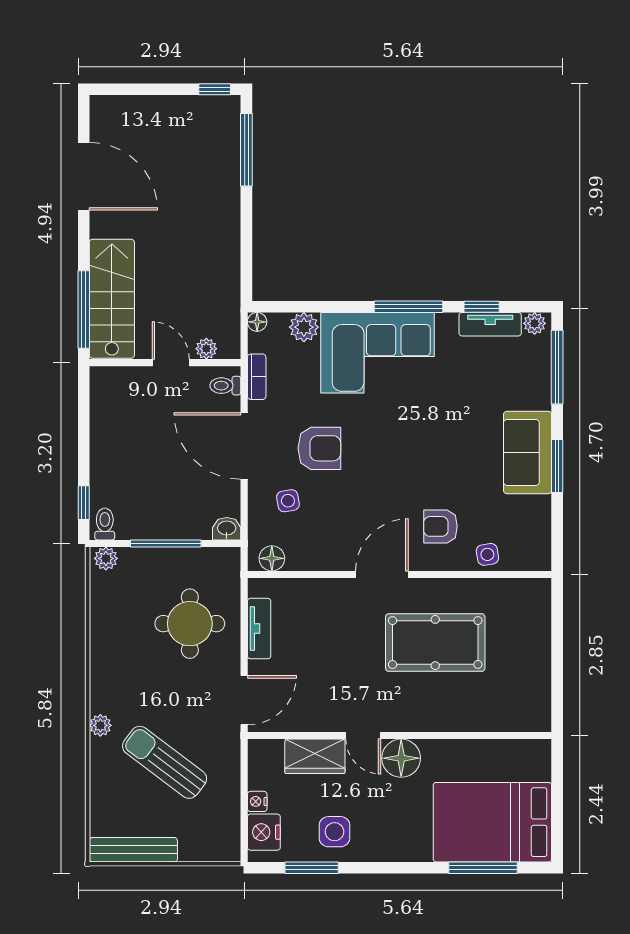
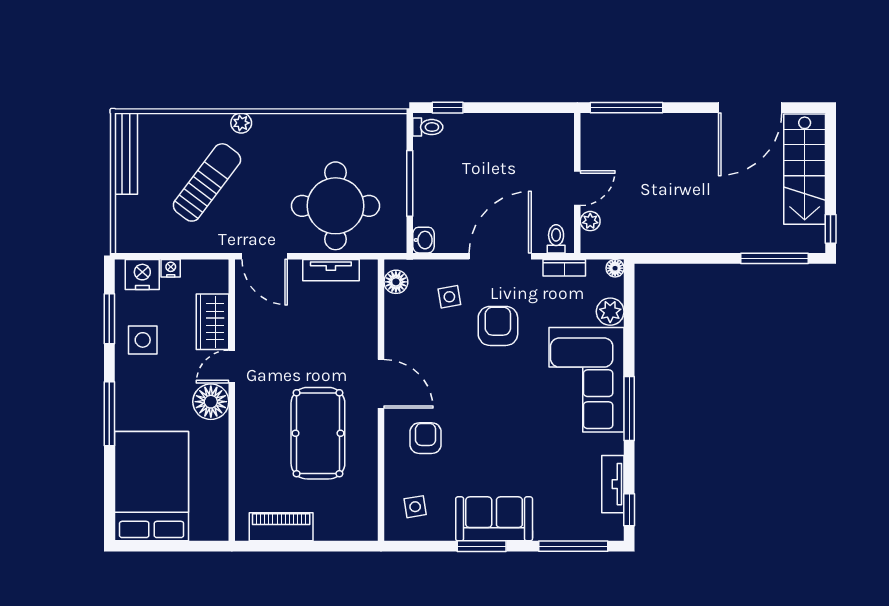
stairs: (112, 299) -> (805, 169), moved, turned 90
window: (482, 307) -> (629, 510), moved
plant: (535, 323) -> (614, 525), removed
armchair: (319, 448) -> (498, 326), turned 180
side table: (487, 554) -> (415, 507), moved
plant: (106, 558) -> (396, 128), removed
round table: (190, 624) -> (335, 206), width x1.36, depth x1.36
piano: (536, 682) -> (281, 527), added
window: (483, 868) -> (109, 414), moved

